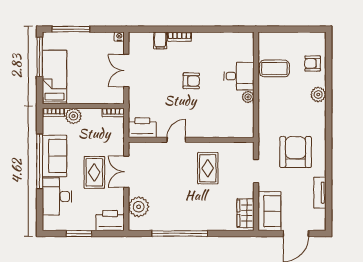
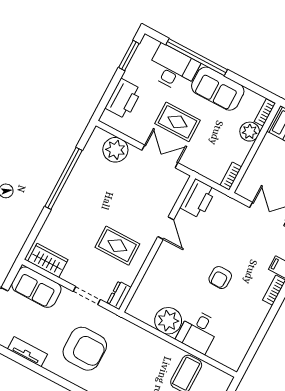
plant: (248, 97) -> (168, 321), width x1.87, depth x1.87
dresser: (243, 148) -> (119, 295), added
window: (40, 161) -> (197, 57), moved
printer: (110, 221) -> (124, 99), moved
window: (79, 234) -> (129, 56), moved

